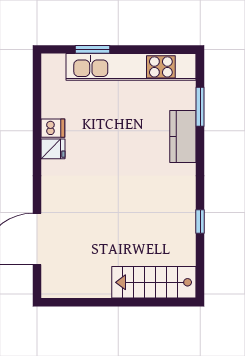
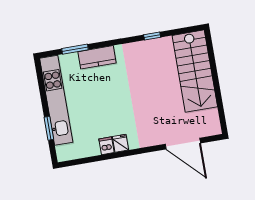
stairs: (154, 282) -> (195, 71), width x1.36, depth x1.51

